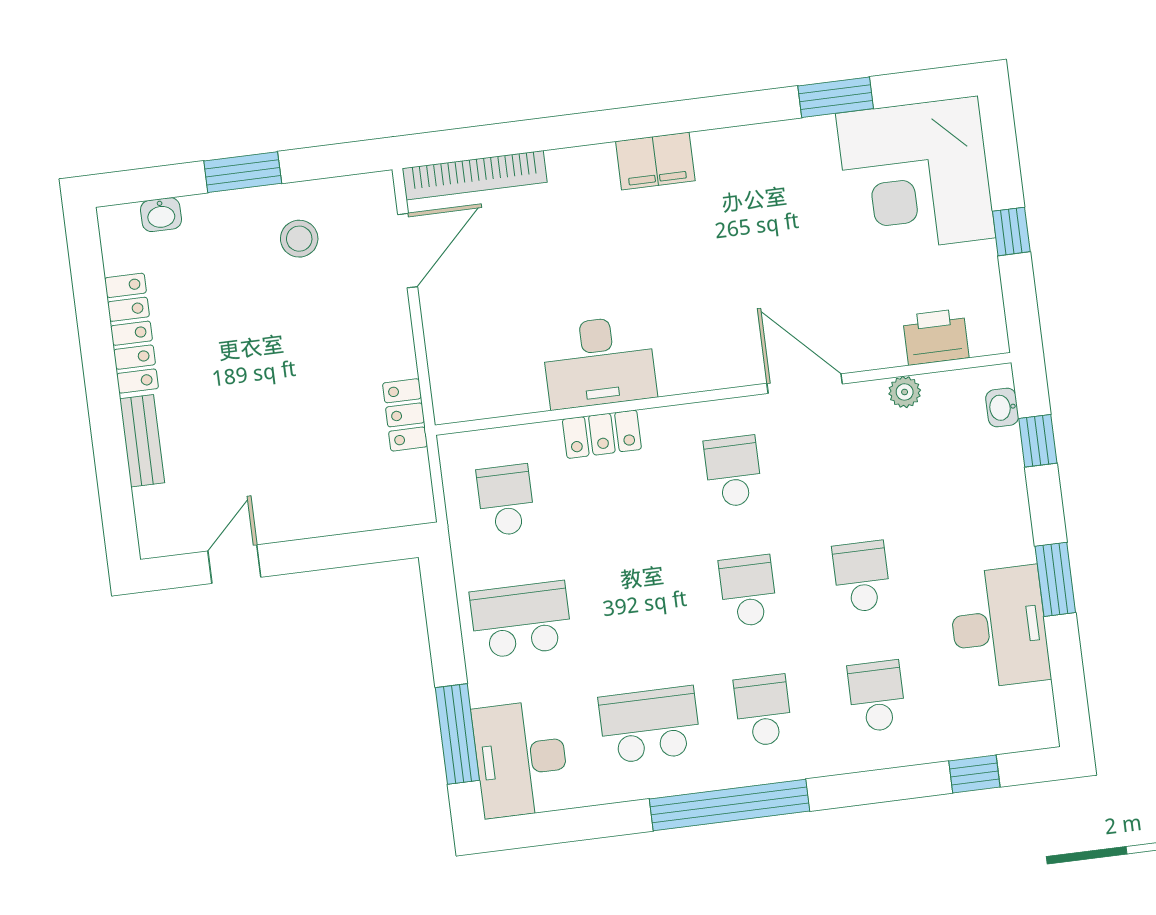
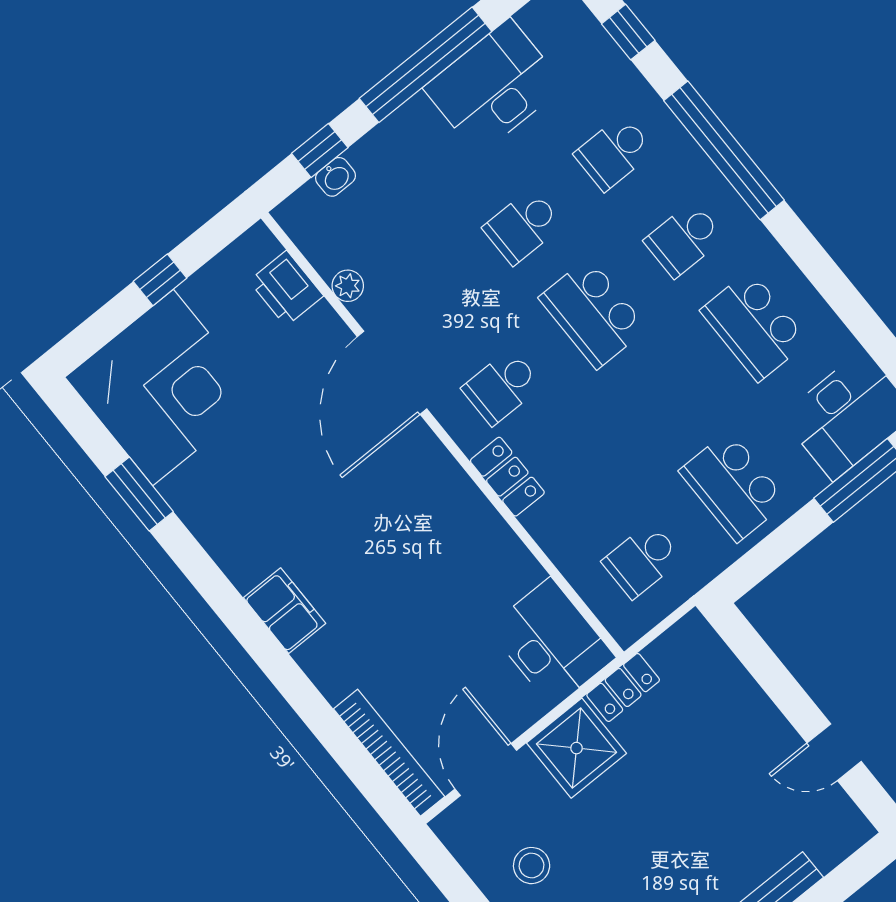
door: (408, 251) -> (486, 770), hinge flipped
shower: (377, 341) -> (577, 748), added
desk: (599, 362) -> (552, 643), moved
door: (805, 384) -> (392, 373), width x1.36
washbasin: (1002, 407) -> (336, 177), moved
locker: (602, 434) -> (507, 477), moved
window: (1055, 579) -> (426, 65), width x2.11
school desk: (748, 591) -> (593, 313), width x1.85
window: (730, 805) -> (724, 150), moved

